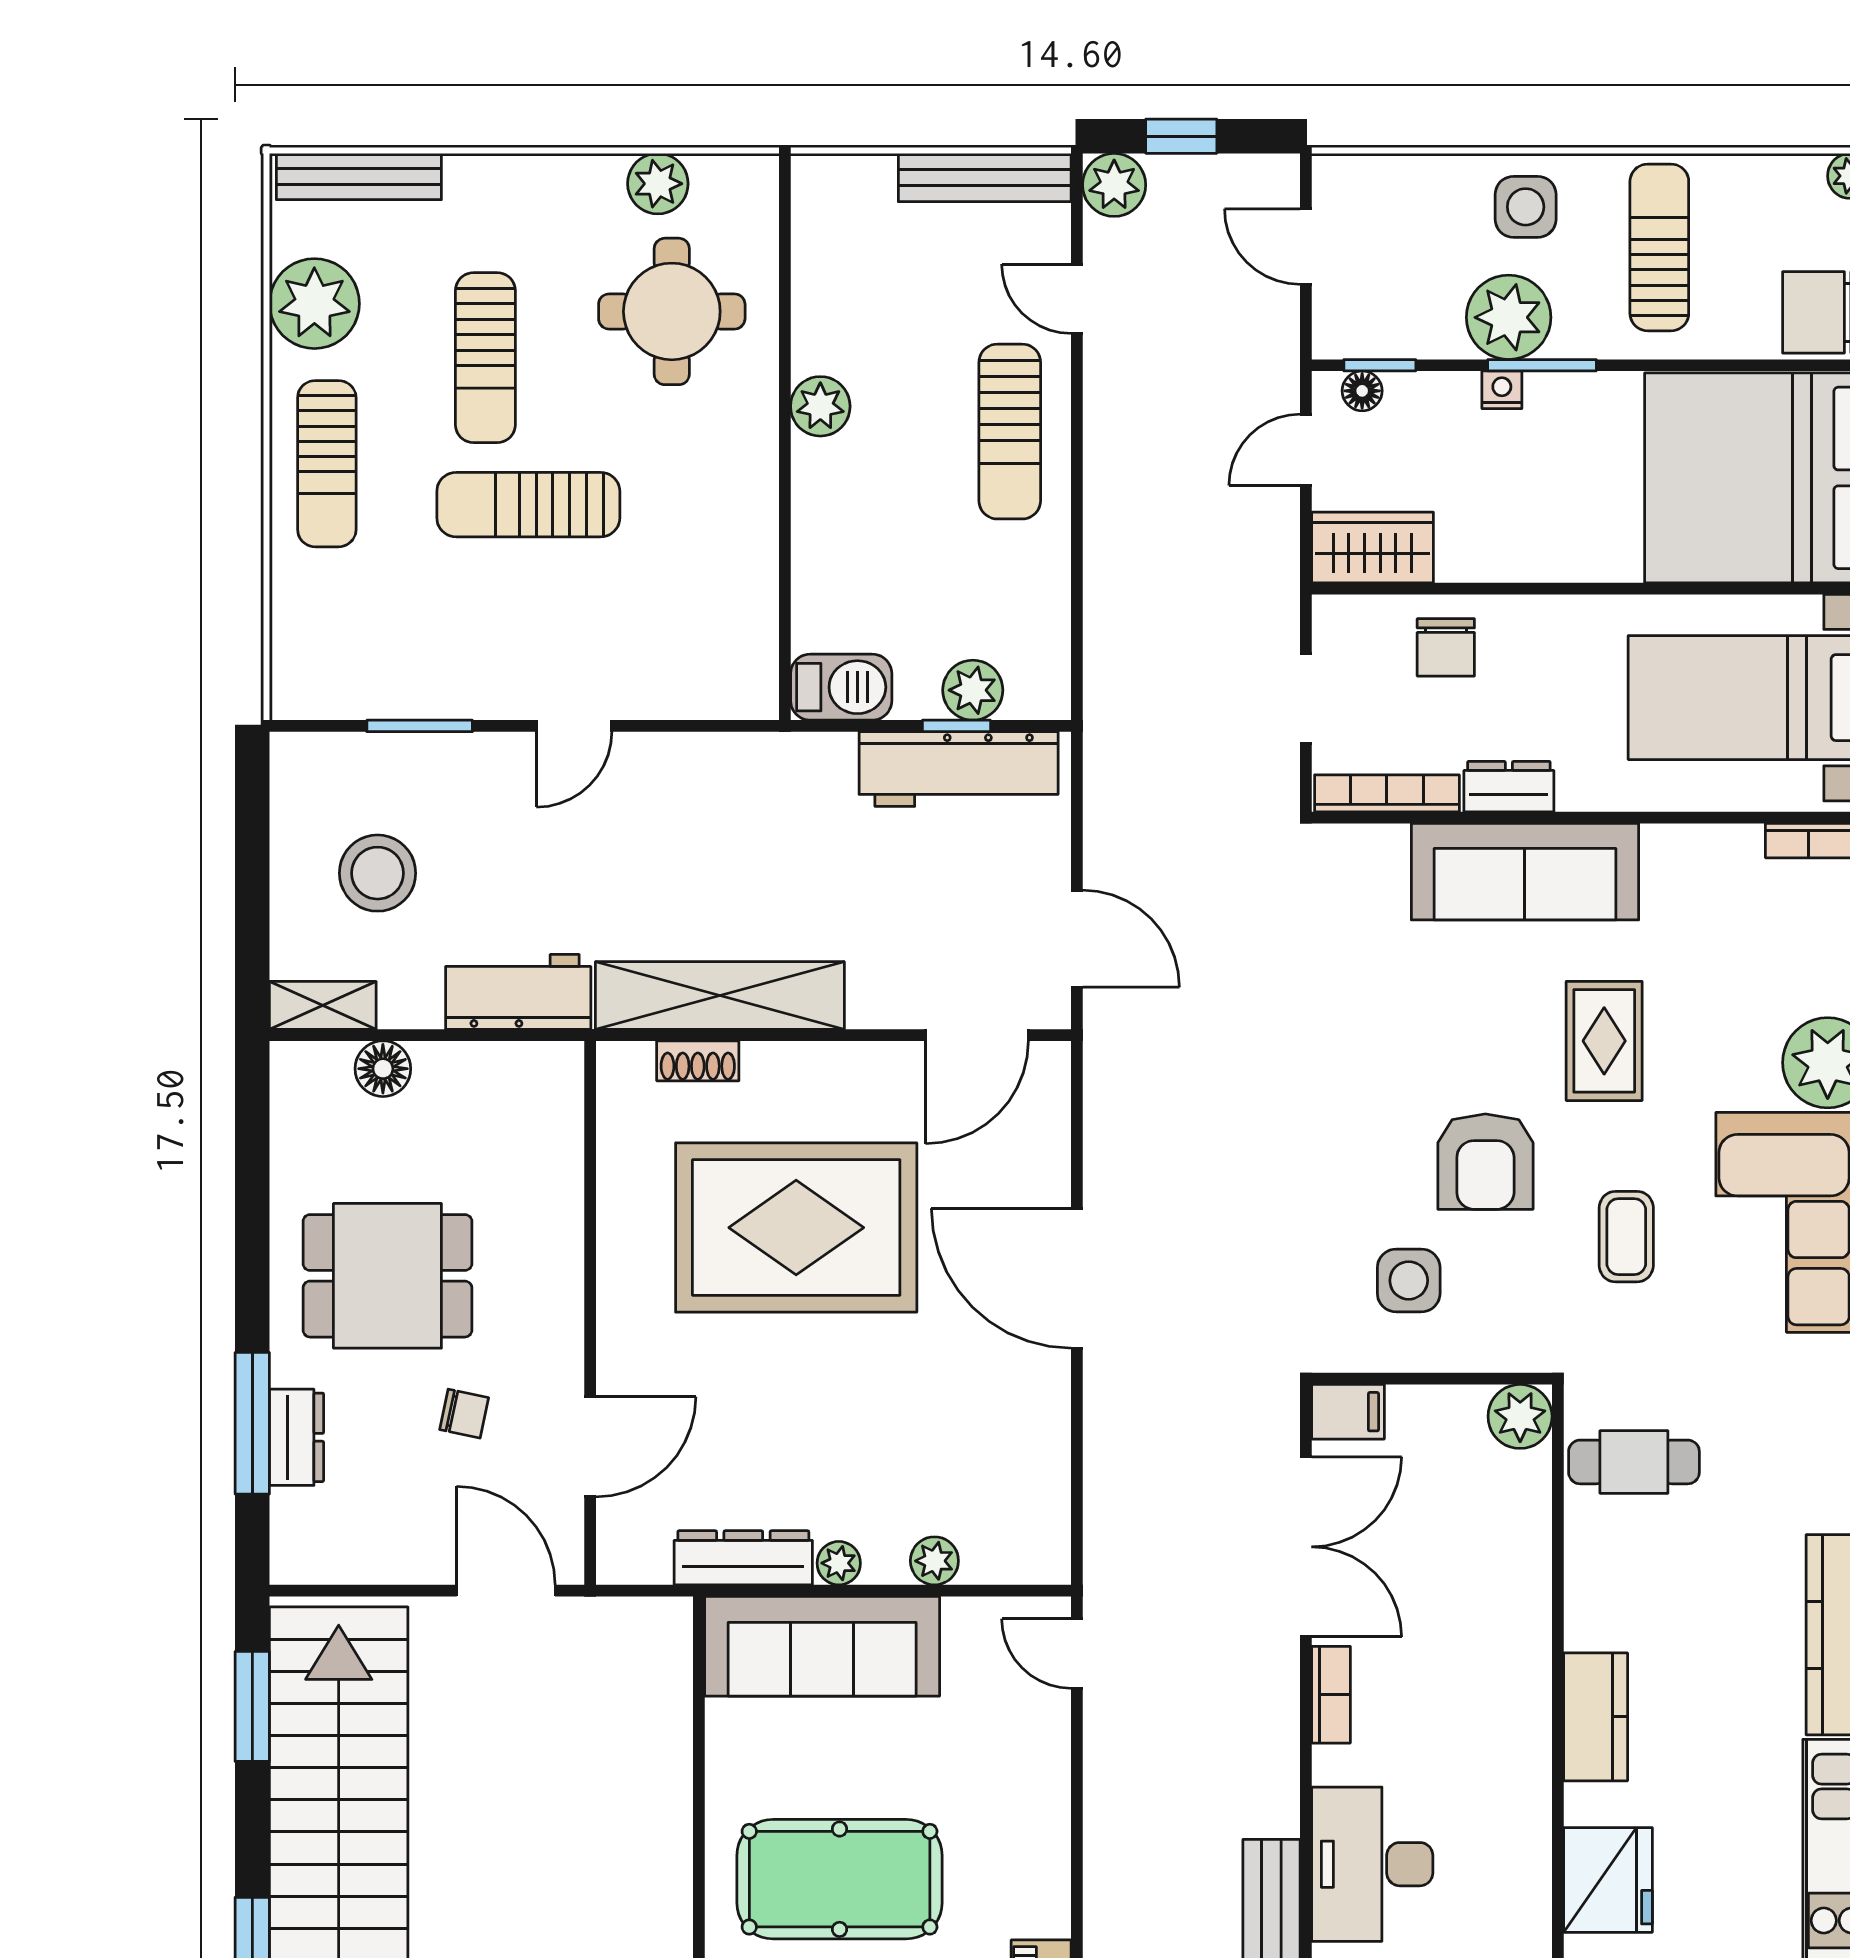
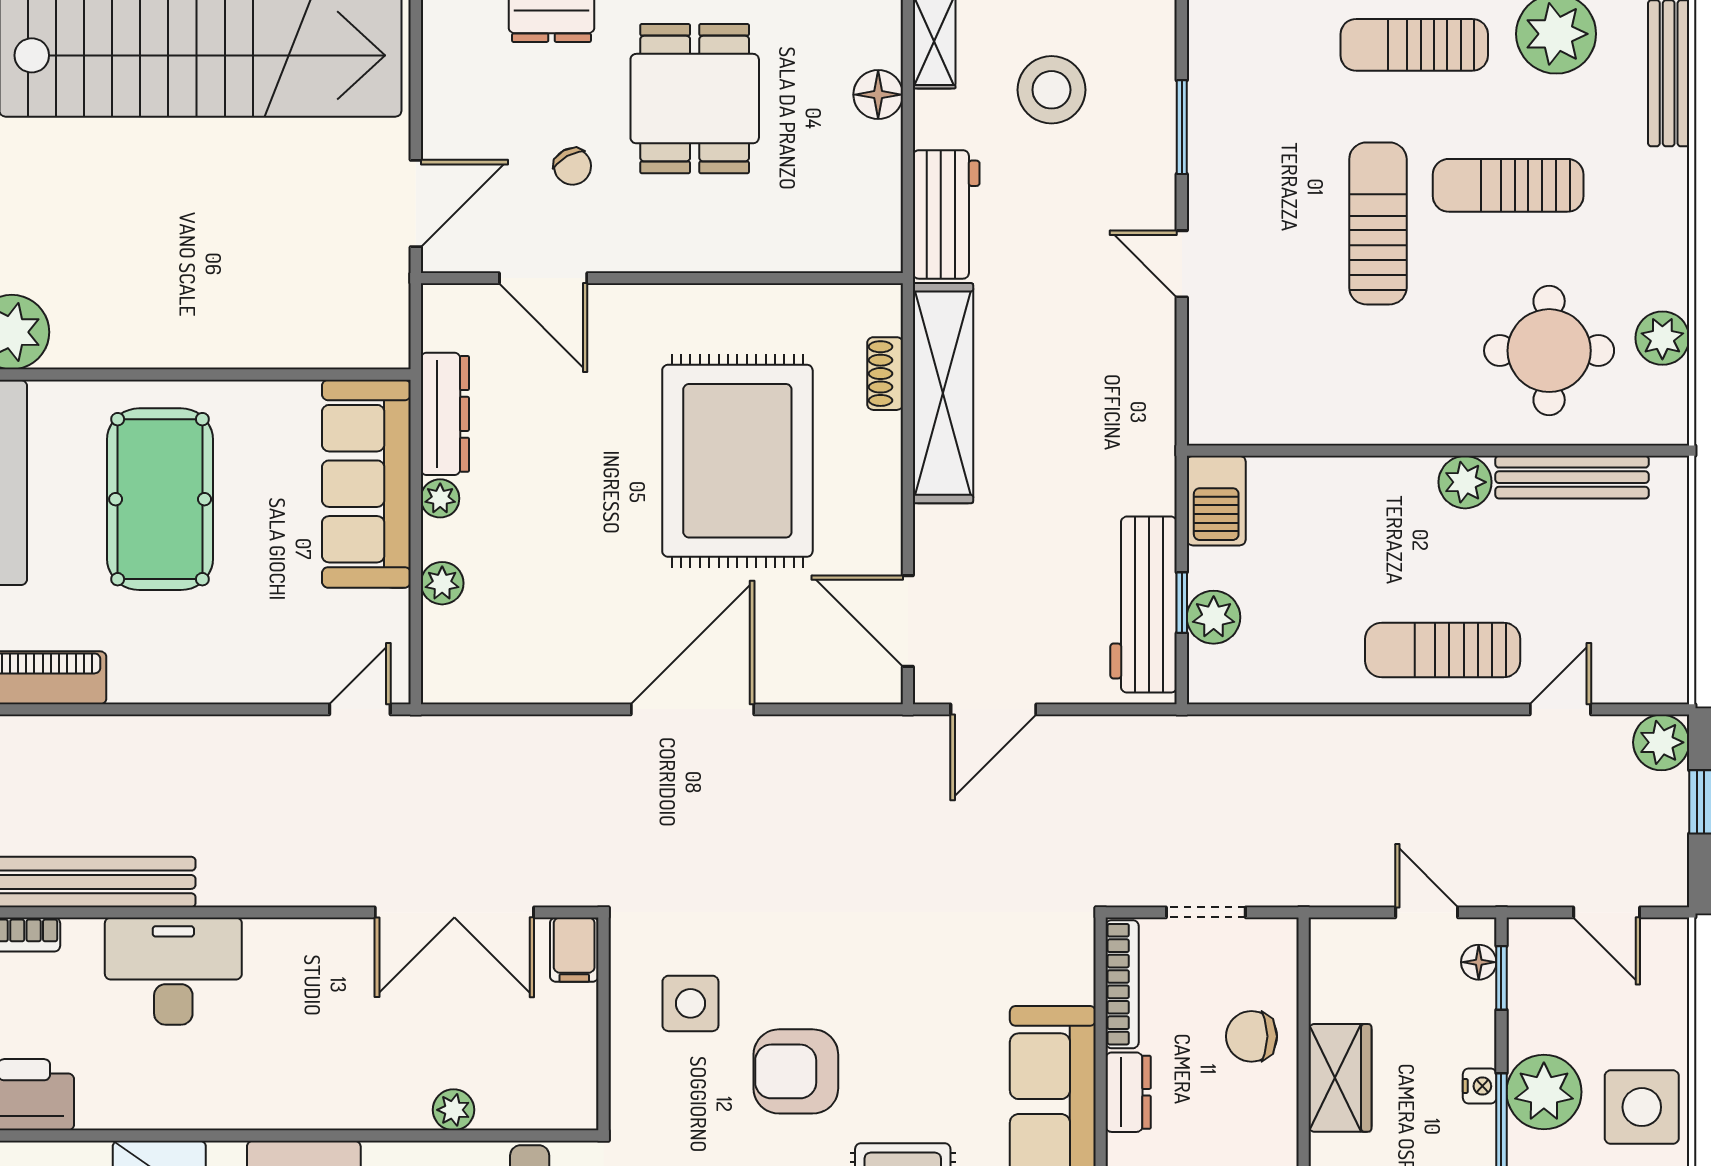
bench: (985, 178) -> (1572, 477), moved, turned 90
side table: (1526, 207) -> (1642, 1107), width x1.37, depth x1.37
door: (1306, 247) -> (1607, 912), swing flipped
wardrobe: (1372, 547) -> (1340, 1078), moved
chair: (464, 1414) -> (573, 166), turned -41
plant: (1520, 1416) -> (453, 1110), moved, width x0.73, depth x0.73
bookcase: (1331, 1695) -> (323, 935), removed

